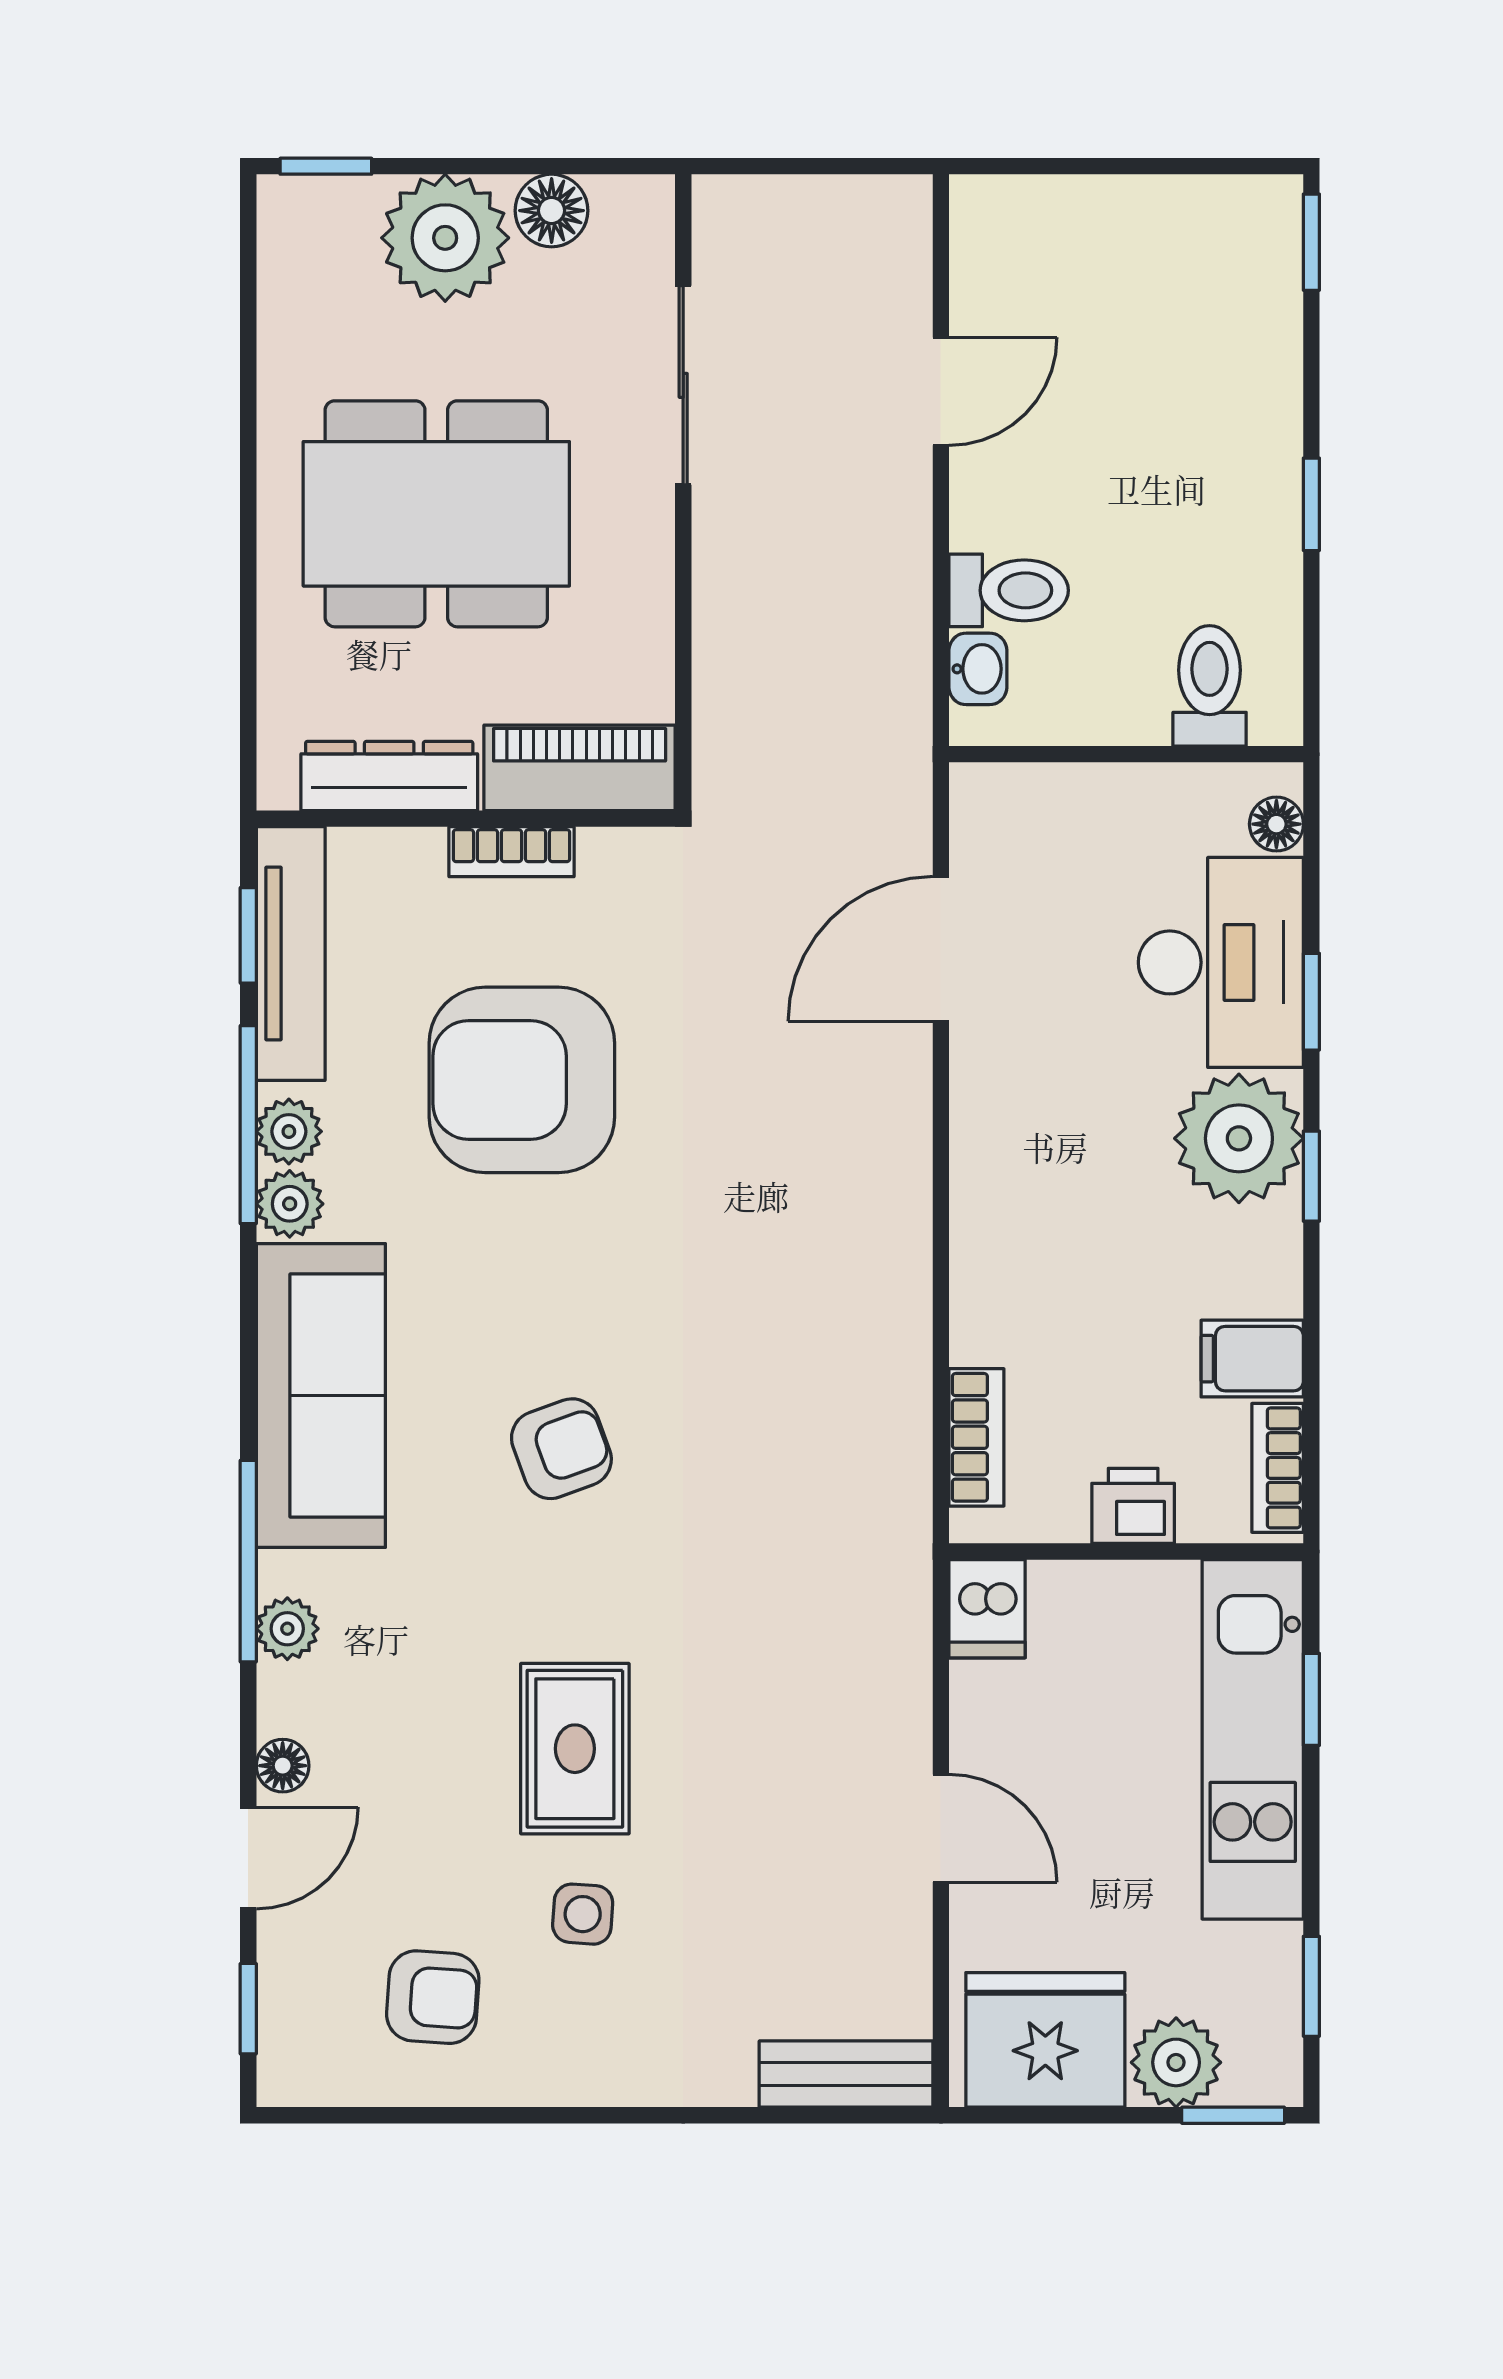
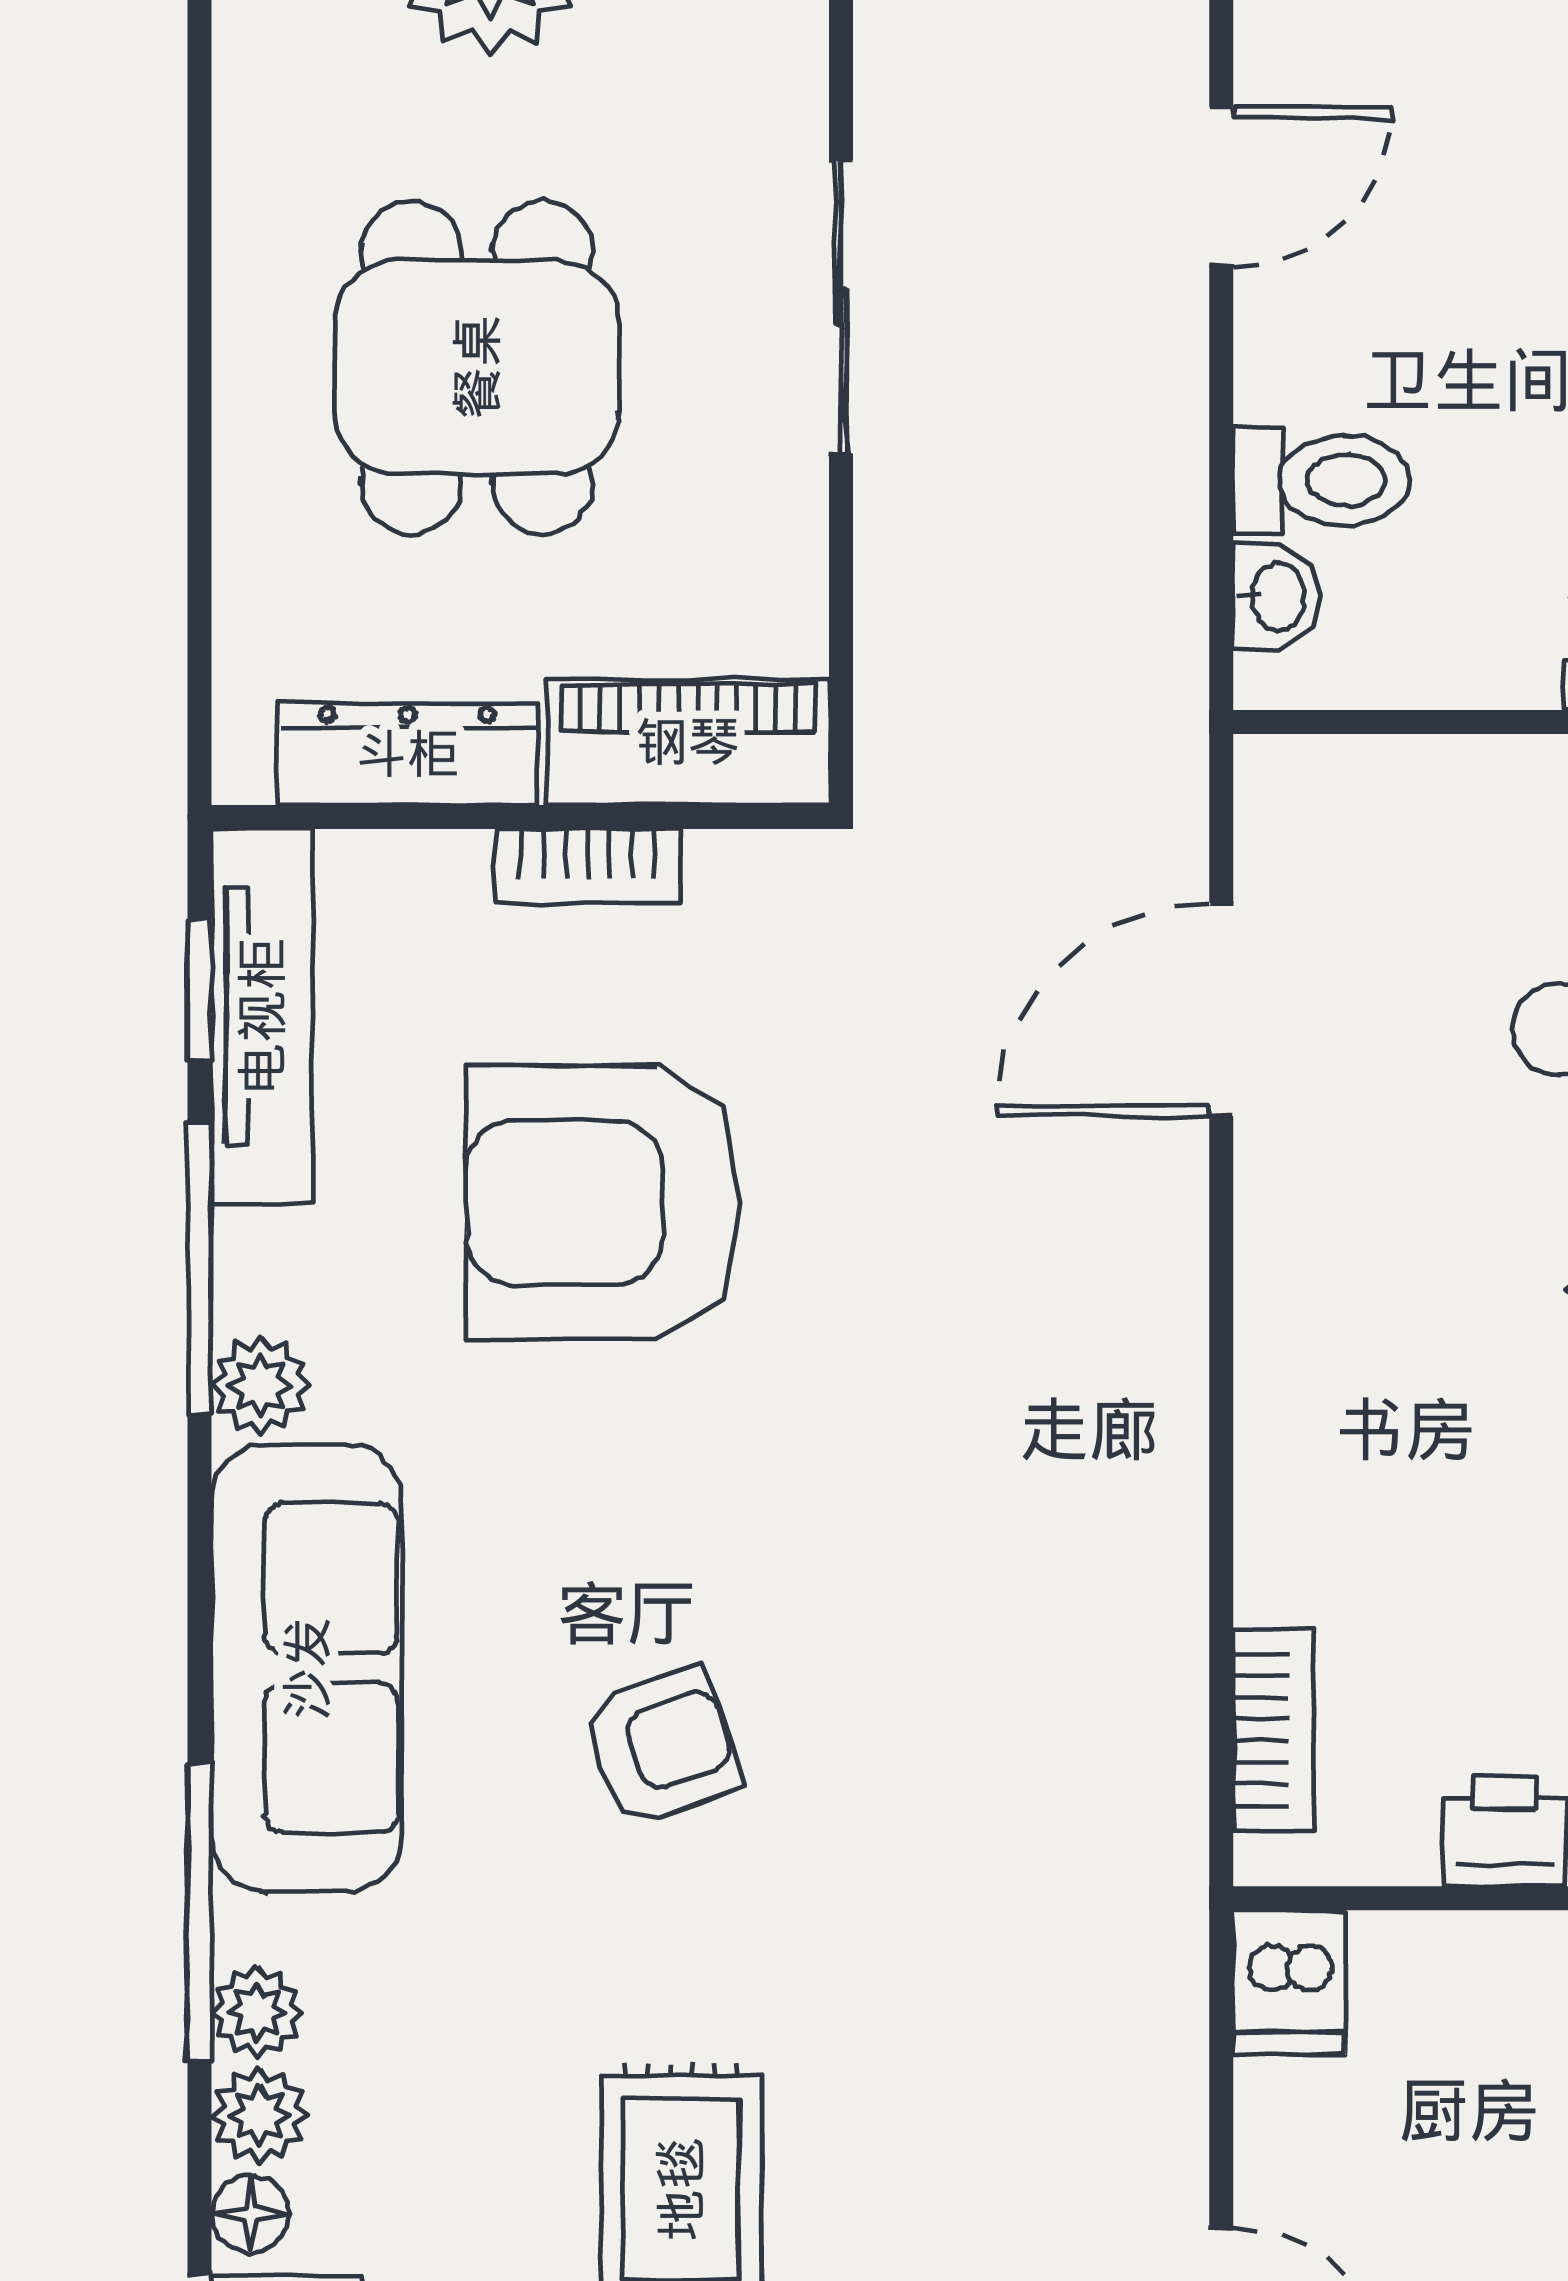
sliding door: (683, 385) -> (841, 307), moved
dining table: (436, 514) -> (477, 367), width x0.73
plant: (289, 1131) -> (259, 2115), moved

